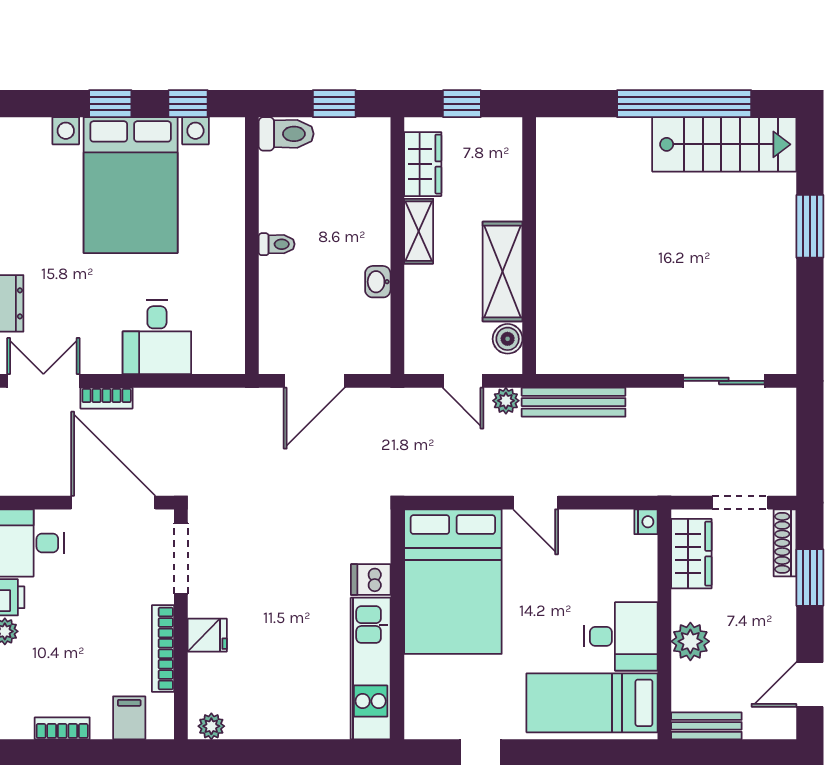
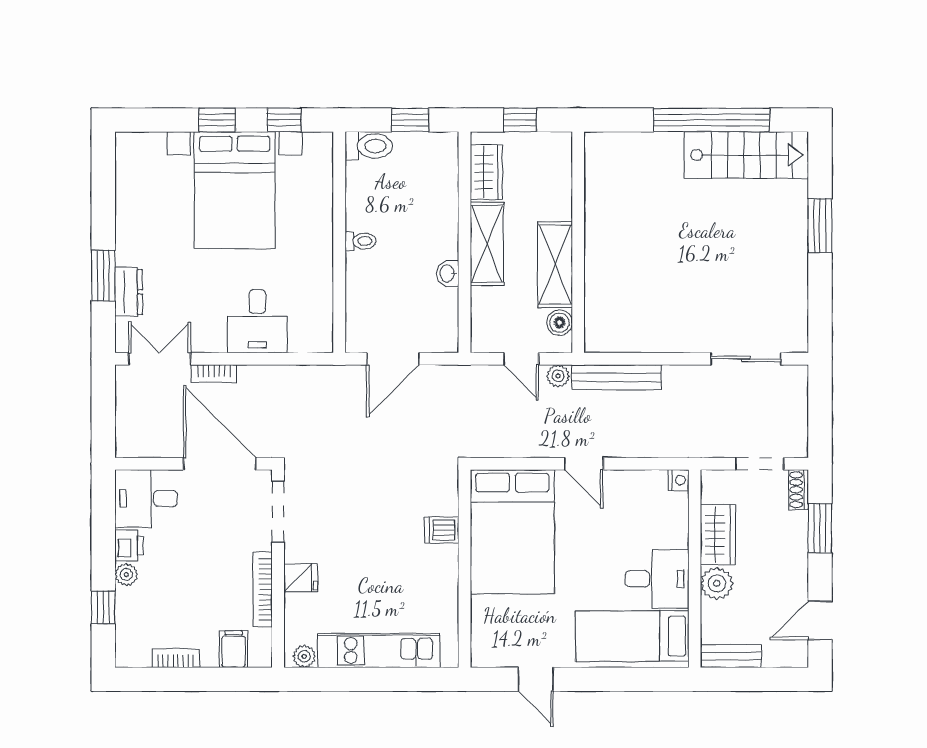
shelving: (419, 231) -> (487, 244), width x1.50, depth x1.33
shoe rack: (785, 543) -> (798, 490), width x0.70
wardrobe: (691, 554) -> (718, 535), moved
kitchen unit: (371, 668) -> (379, 650), moved, turned 90

